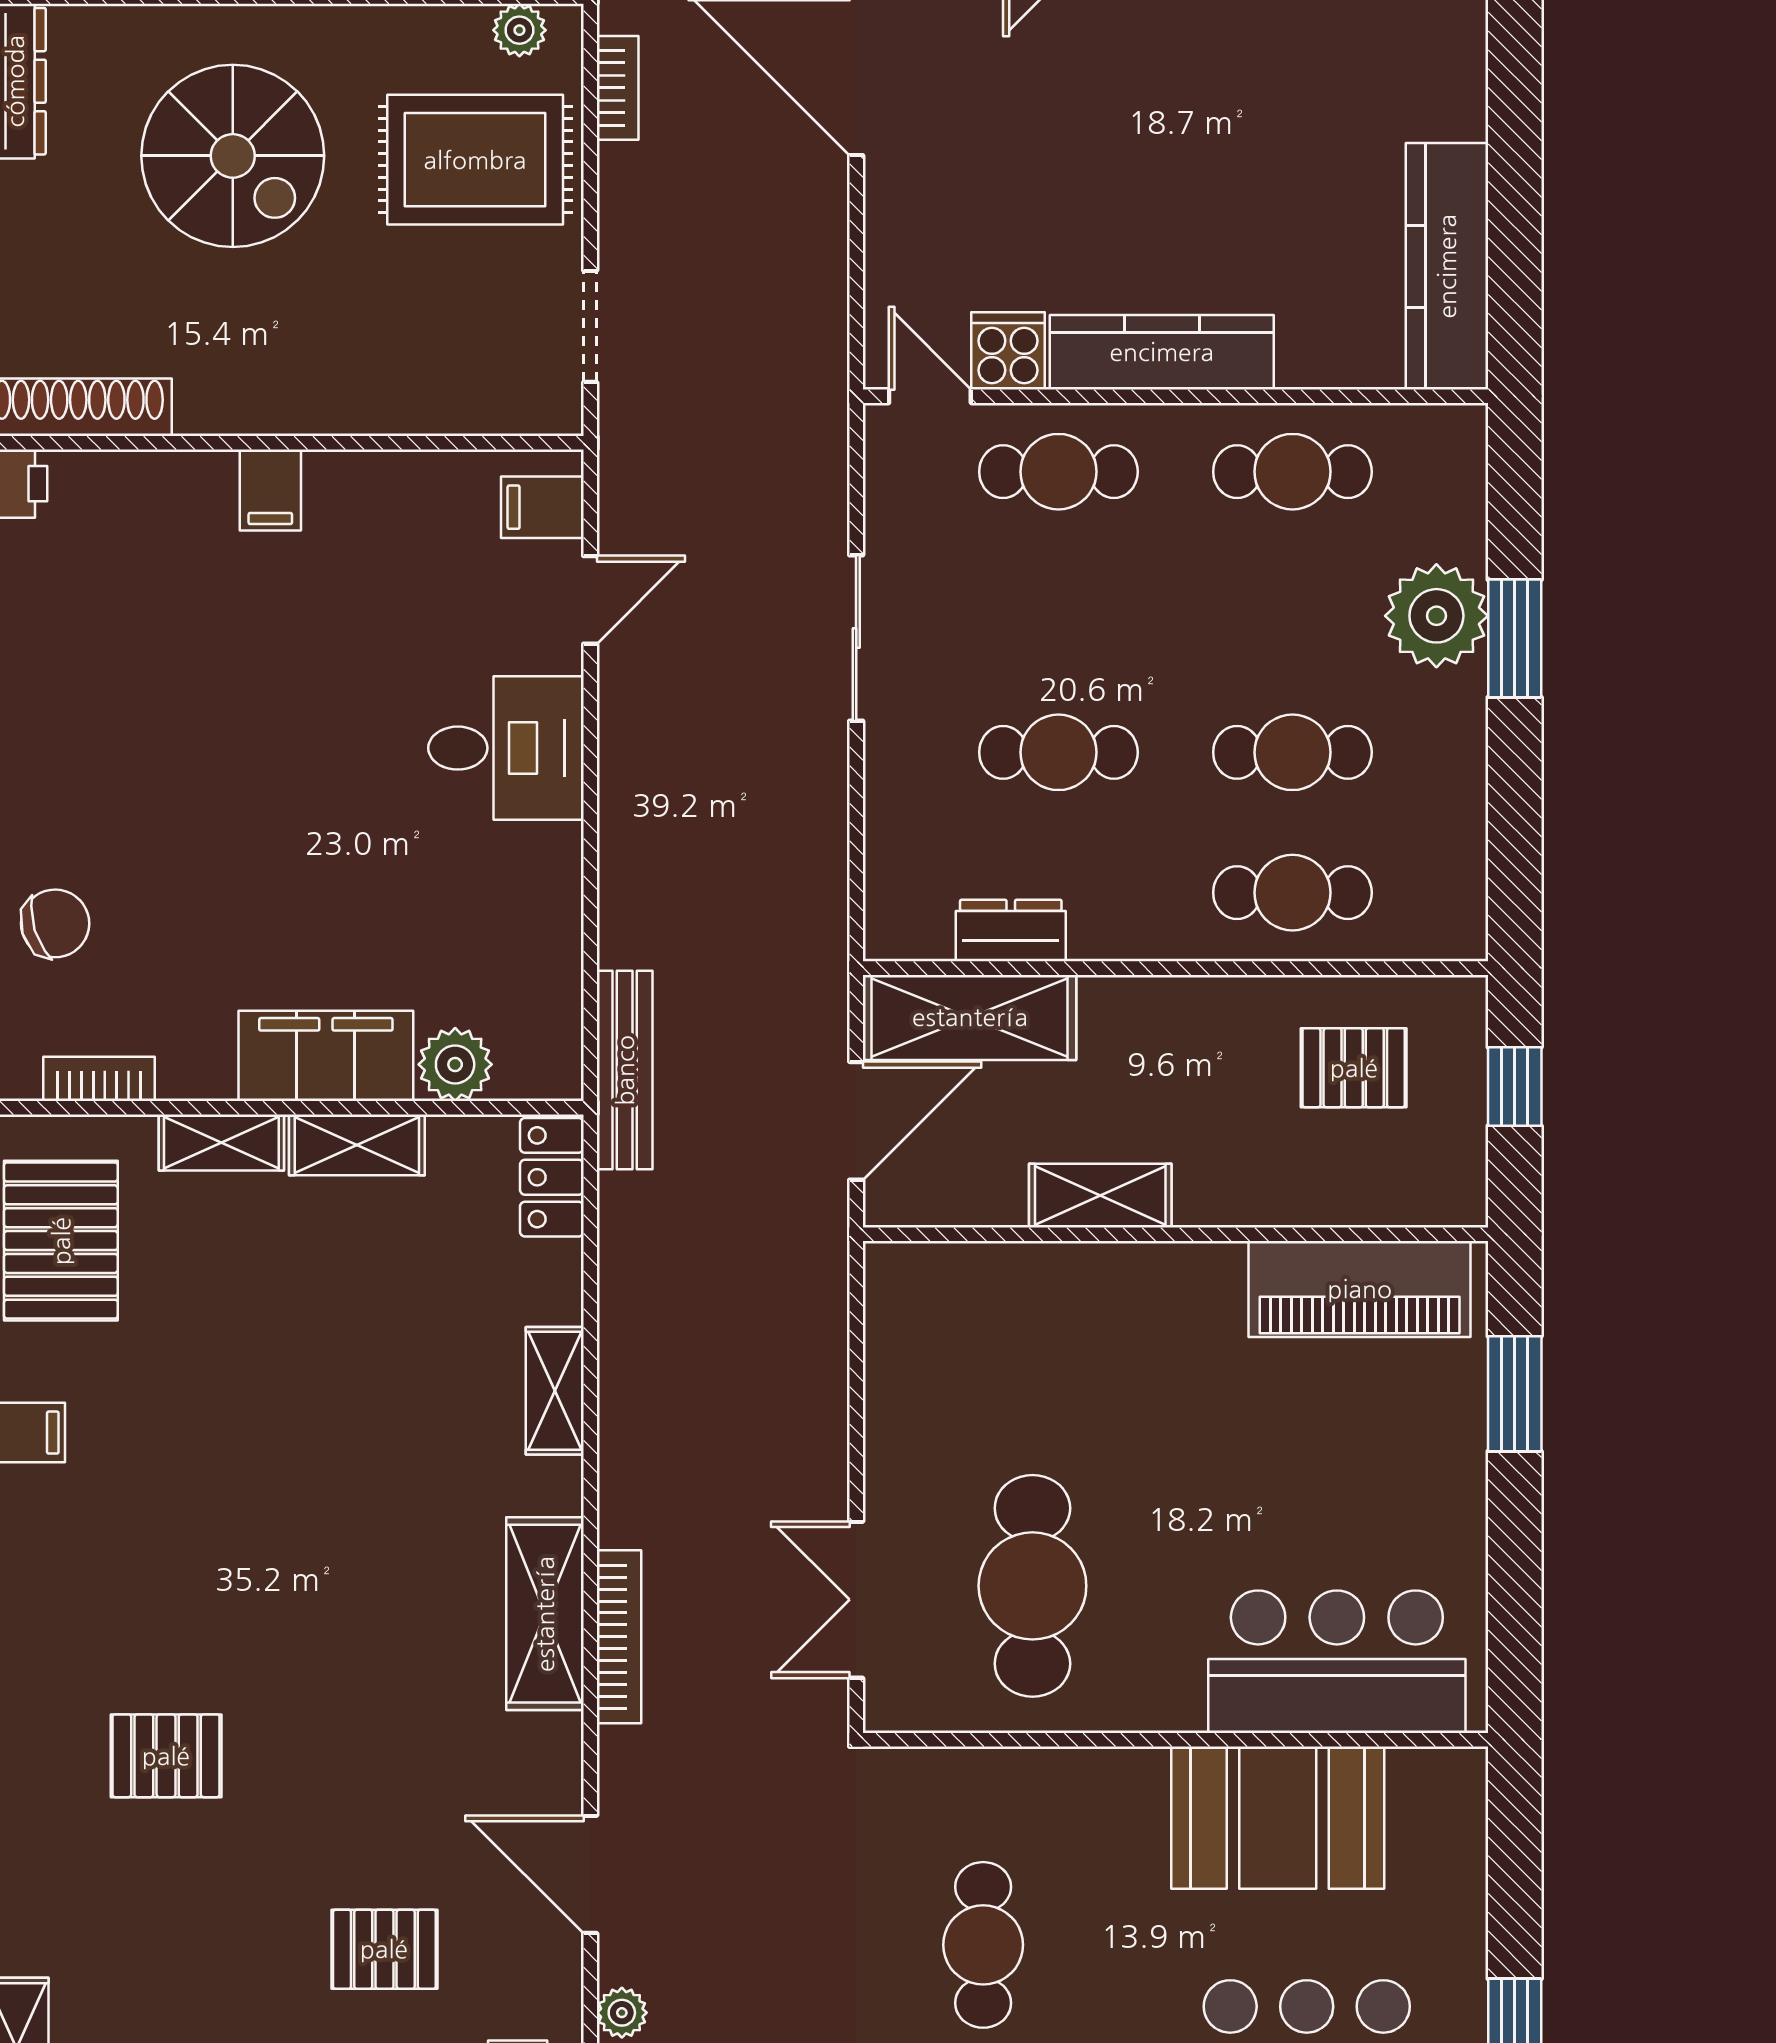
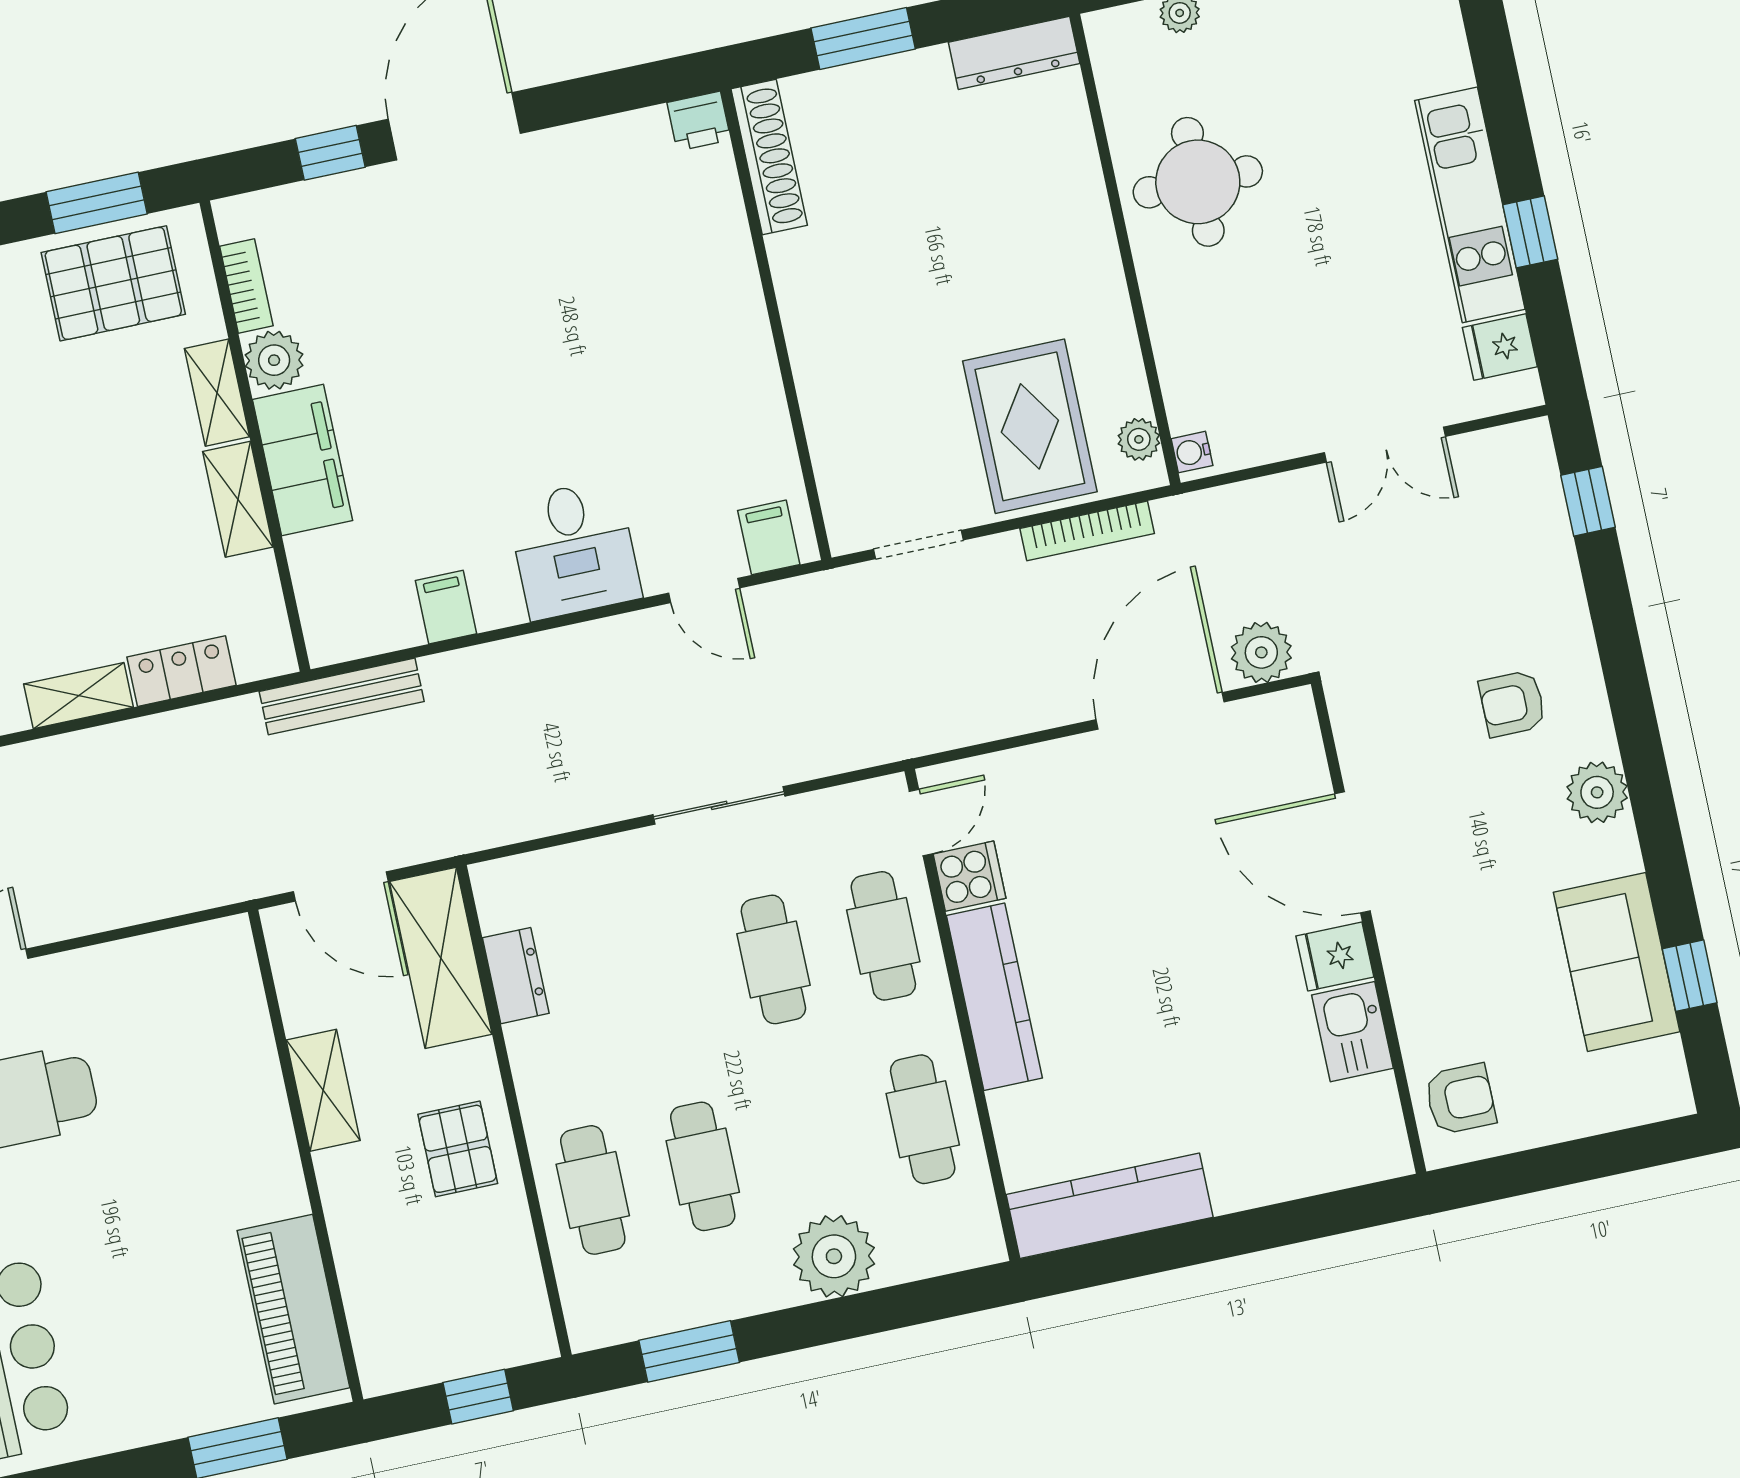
bookcase: (618, 88) -> (1087, 531), width x1.56
spiral stairs: (233, 156) -> (992, 236), removed
filing cabinet: (270, 490) -> (446, 607), moved, turned 90
window: (1515, 638) -> (689, 1351), moved
cafe table: (1058, 752) -> (773, 959), moved
chair: (55, 923) -> (361, 226), removed
plant: (455, 1064) -> (274, 360), moved
pallet: (1354, 1068) -> (458, 1149), moved
locker: (552, 1177) -> (182, 671), moved

